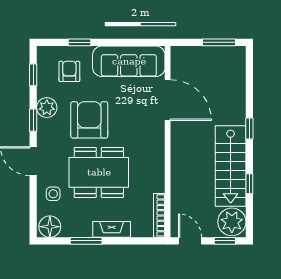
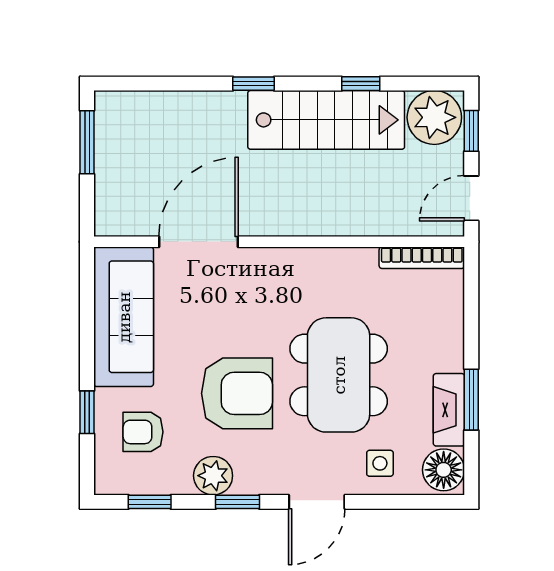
armchair: (89, 120) -> (237, 393), turned 180
fireplace: (112, 229) -> (449, 410), moved

